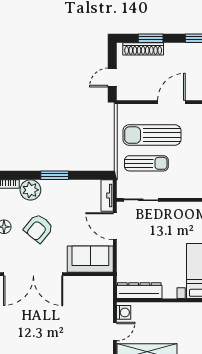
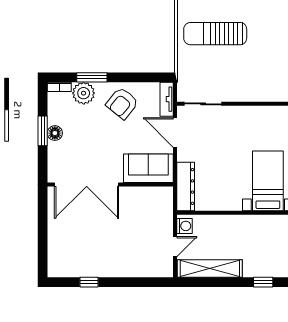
sun lounger: (146, 163) -> (209, 64), removed
window: (55, 175) -> (92, 77), moved
armchair: (38, 228) -> (122, 103), moved
dresser: (139, 291) -> (186, 187), moved, turned 90

